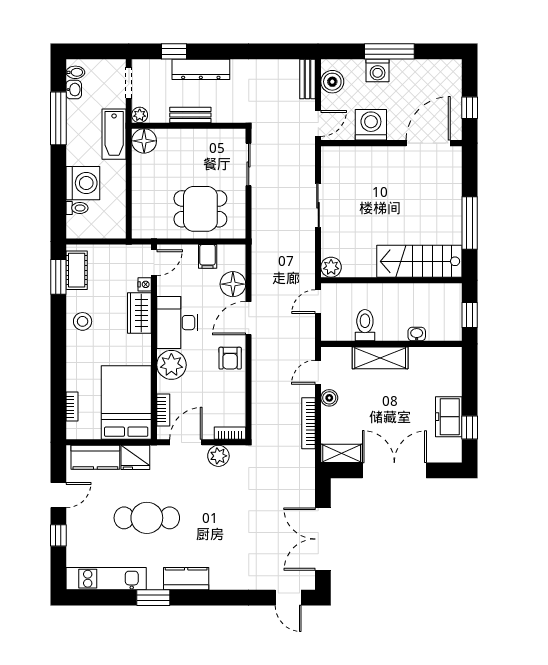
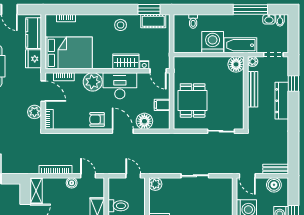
bench: (190, 115) -> (253, 89), width x1.36
washing machine: (83, 183) -> (213, 42), moved, turned 180

